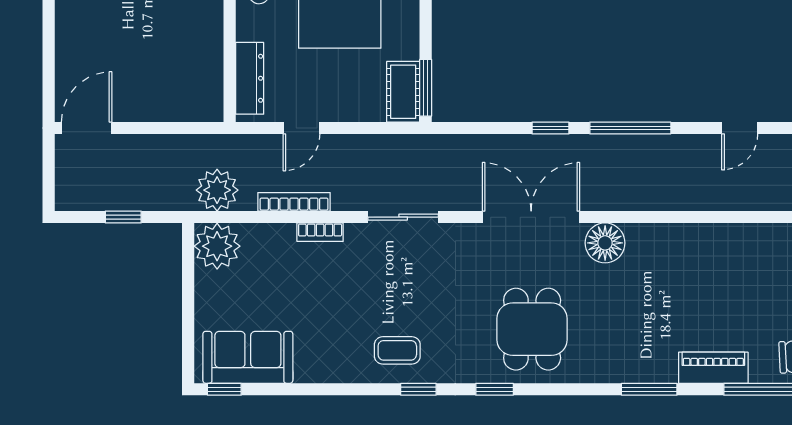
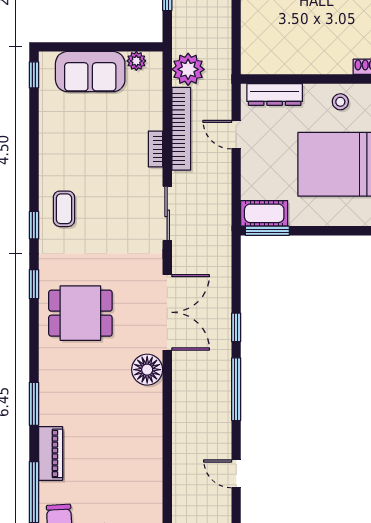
bookcase: (294, 202) -> (181, 129), width x1.48, depth x1.31
plant: (217, 246) -> (136, 61), width x0.53, depth x0.53
sofa: (248, 357) -> (90, 72), moved, turned 90

